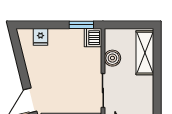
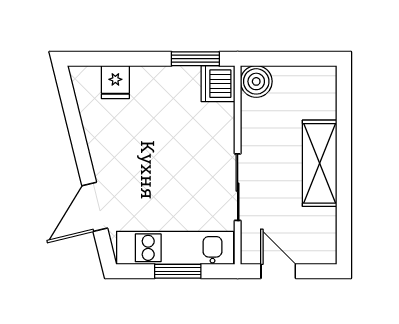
shelving: (145, 53) -> (320, 163), moved
boiler: (112, 58) -> (256, 81), moved

